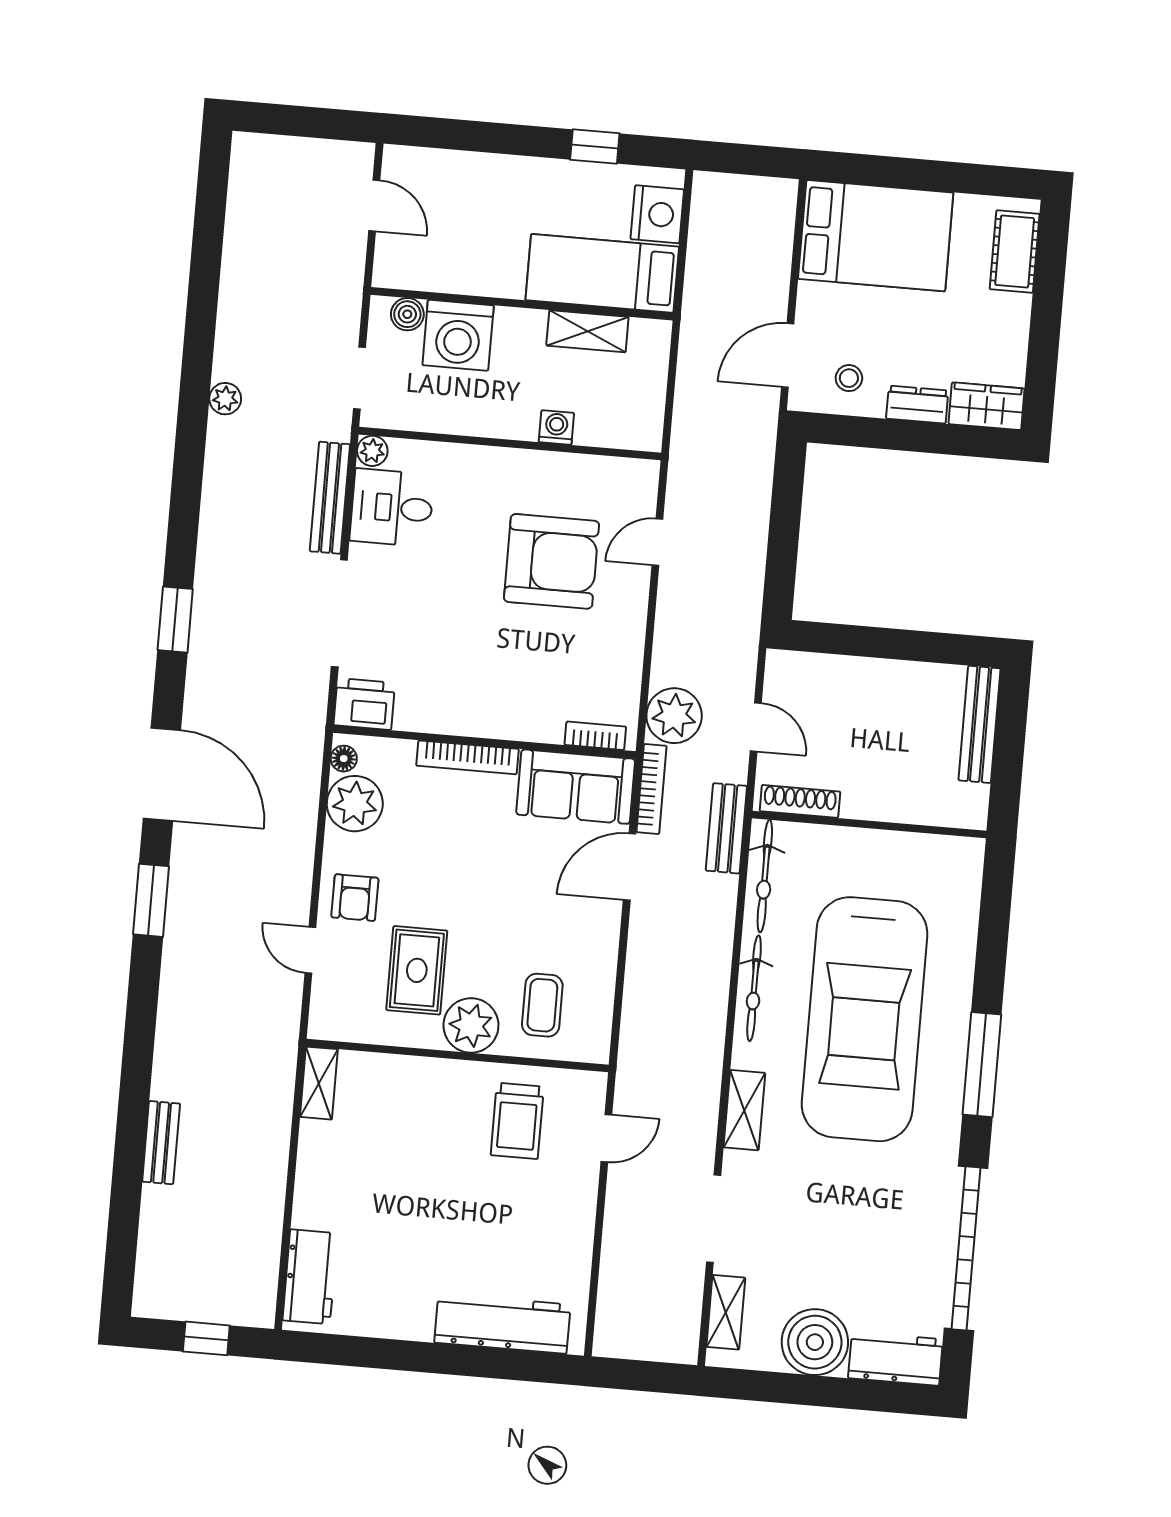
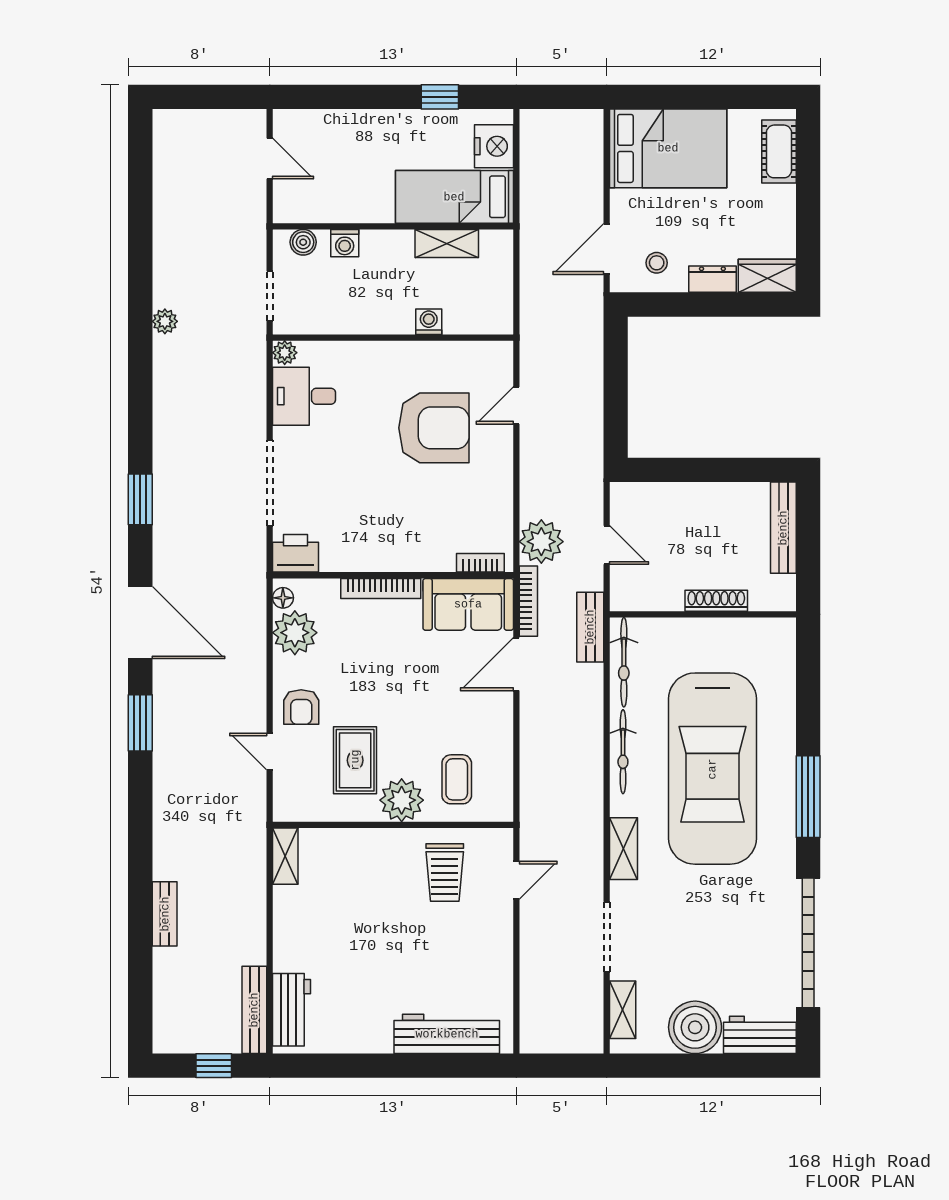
washing machine: (458, 335) -> (345, 243), width x0.53, depth x0.53
bench: (330, 498) -> (254, 1010), moved
shoe rack: (800, 801) -> (716, 601), moved

